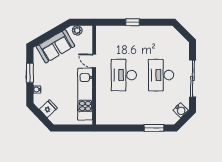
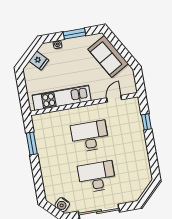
window: (133, 22) -> (146, 122), moved
plant: (77, 30) -> (129, 77), removed
door: (94, 61) -> (114, 99), moved
window: (154, 128) -> (32, 144), moved

